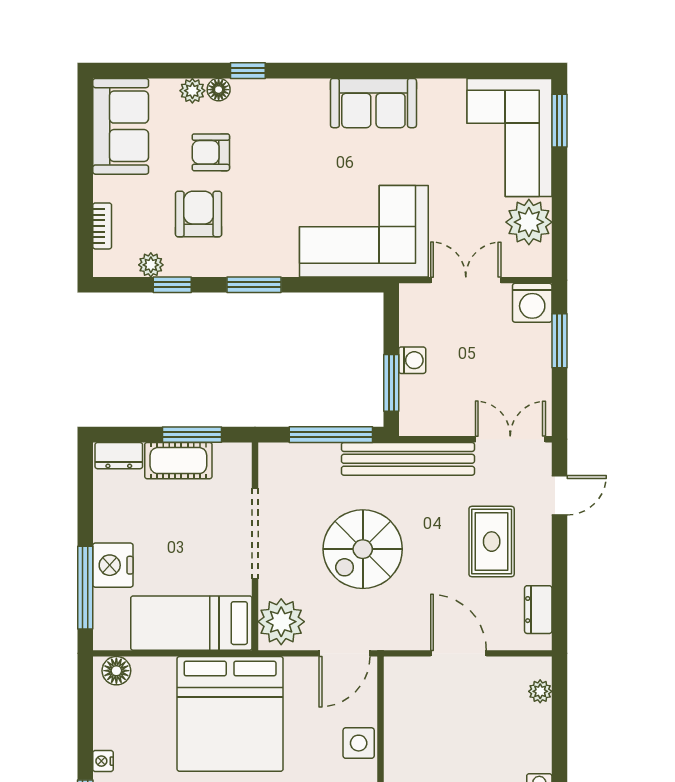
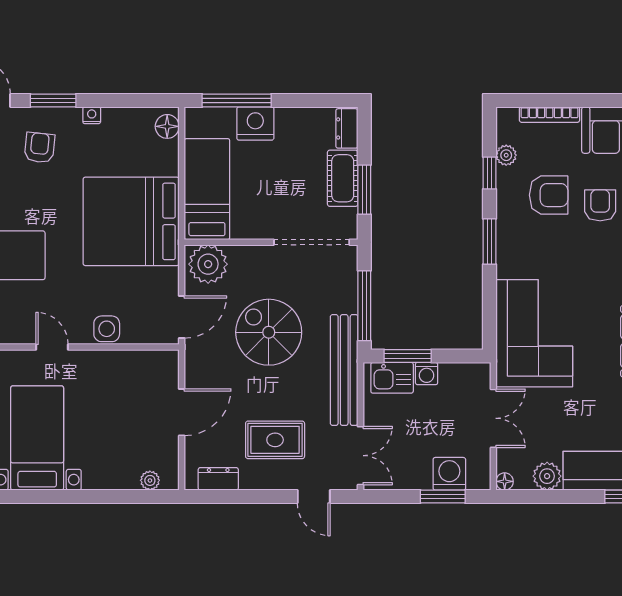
plant: (529, 222) -> (547, 476), width x0.73, depth x0.73
bookcase: (102, 226) -> (550, 115), width x1.56
floor lamp: (541, 267) -> (505, 481), added
washing machine: (532, 303) -> (449, 474), moved, turned 90
kitchen sink: (417, 401) -> (392, 378), added
doorway: (255, 534) -> (312, 242), moved
door: (345, 653) -> (182, 317), swing flipped

